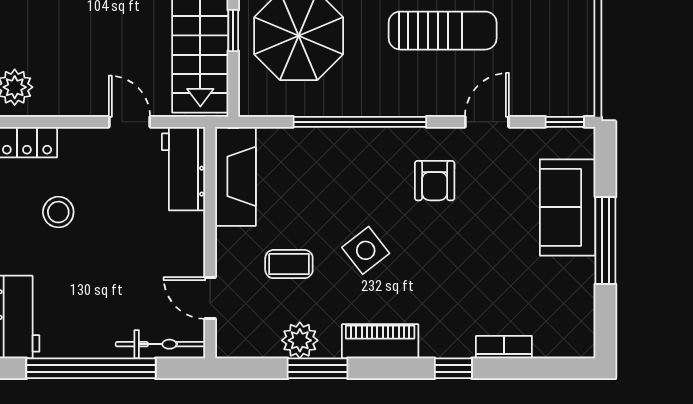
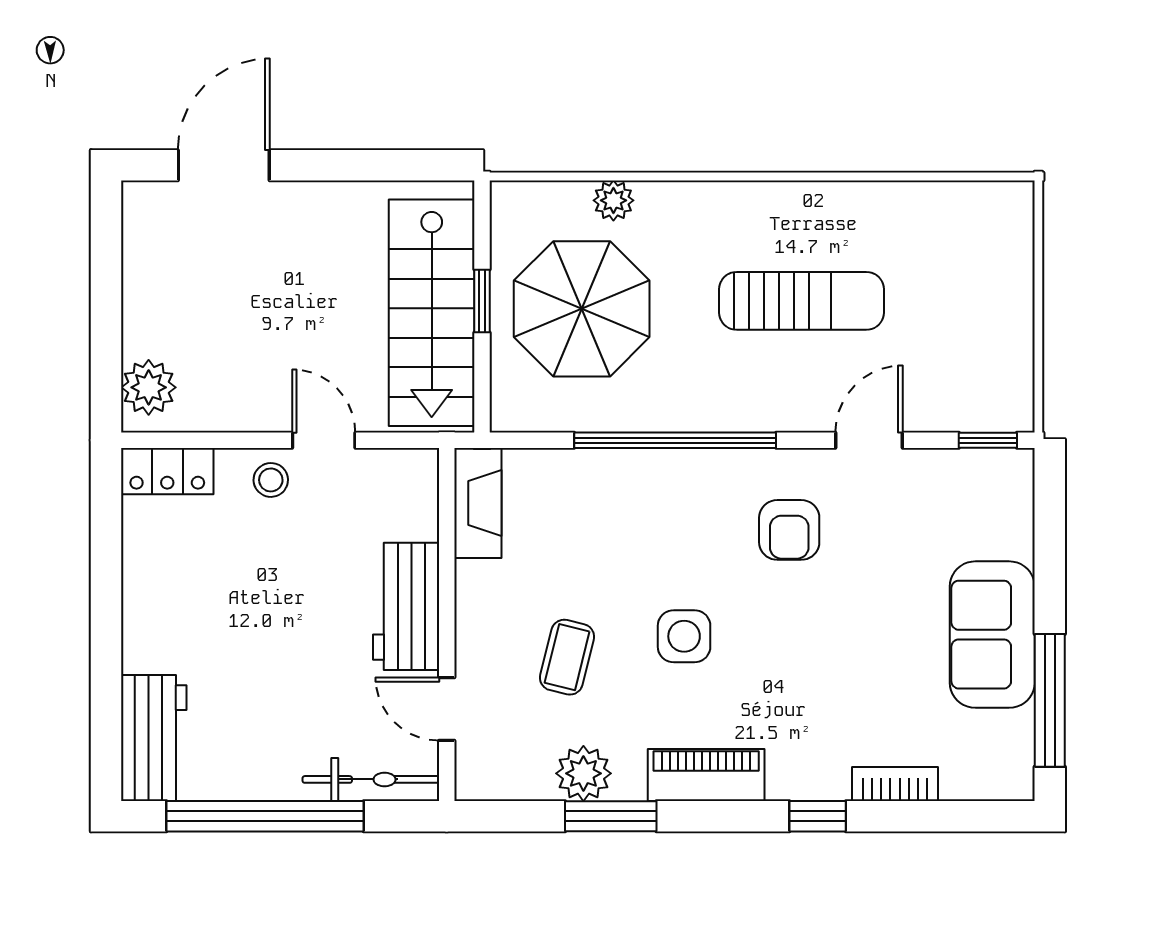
workbench: (184, 169) -> (406, 606), moved
fireplace: (235, 176) -> (478, 503), width x0.73, depth x0.76
sofa: (568, 207) -> (992, 635), moved
stool: (58, 212) -> (271, 480), moved, width x0.73, depth x0.73
window: (605, 241) -> (1050, 700), moved
side table: (366, 250) -> (684, 636), turned 38
coffee table: (289, 264) -> (567, 657), turned -76

